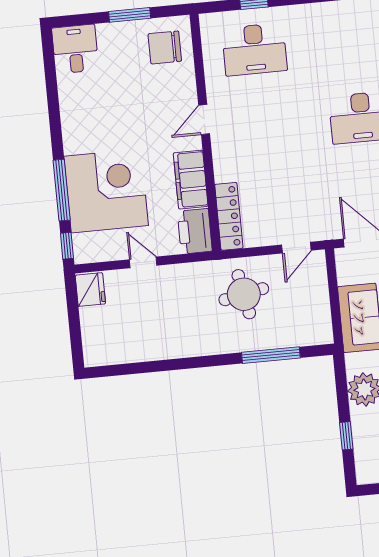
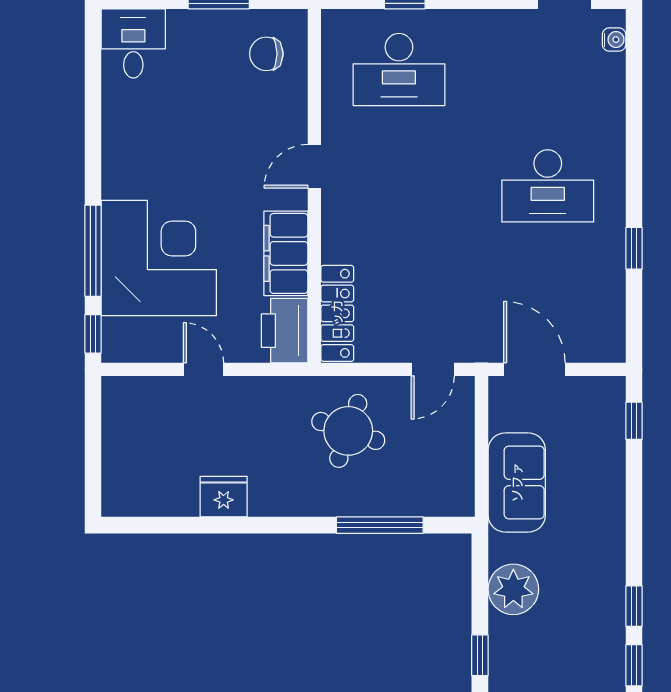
chair: (165, 47) -> (266, 54), width x0.73, depth x0.73
fridge: (90, 290) -> (224, 497), moved, turned -90
round table: (244, 294) -> (348, 431), turned 30

